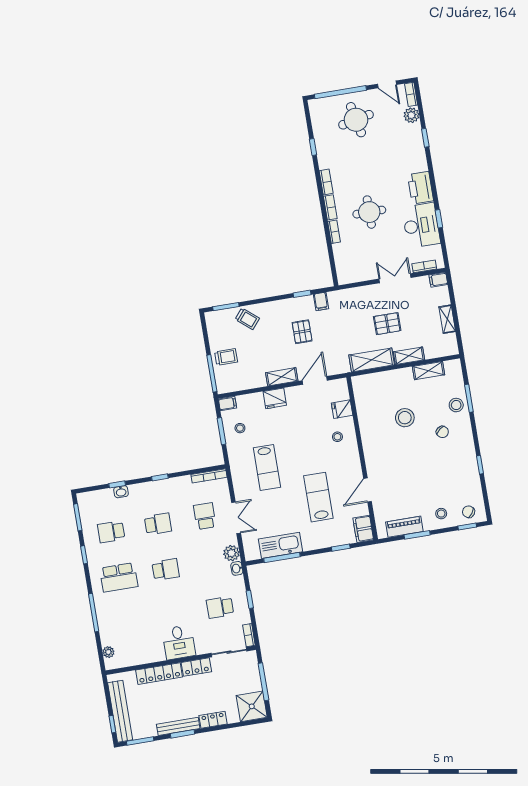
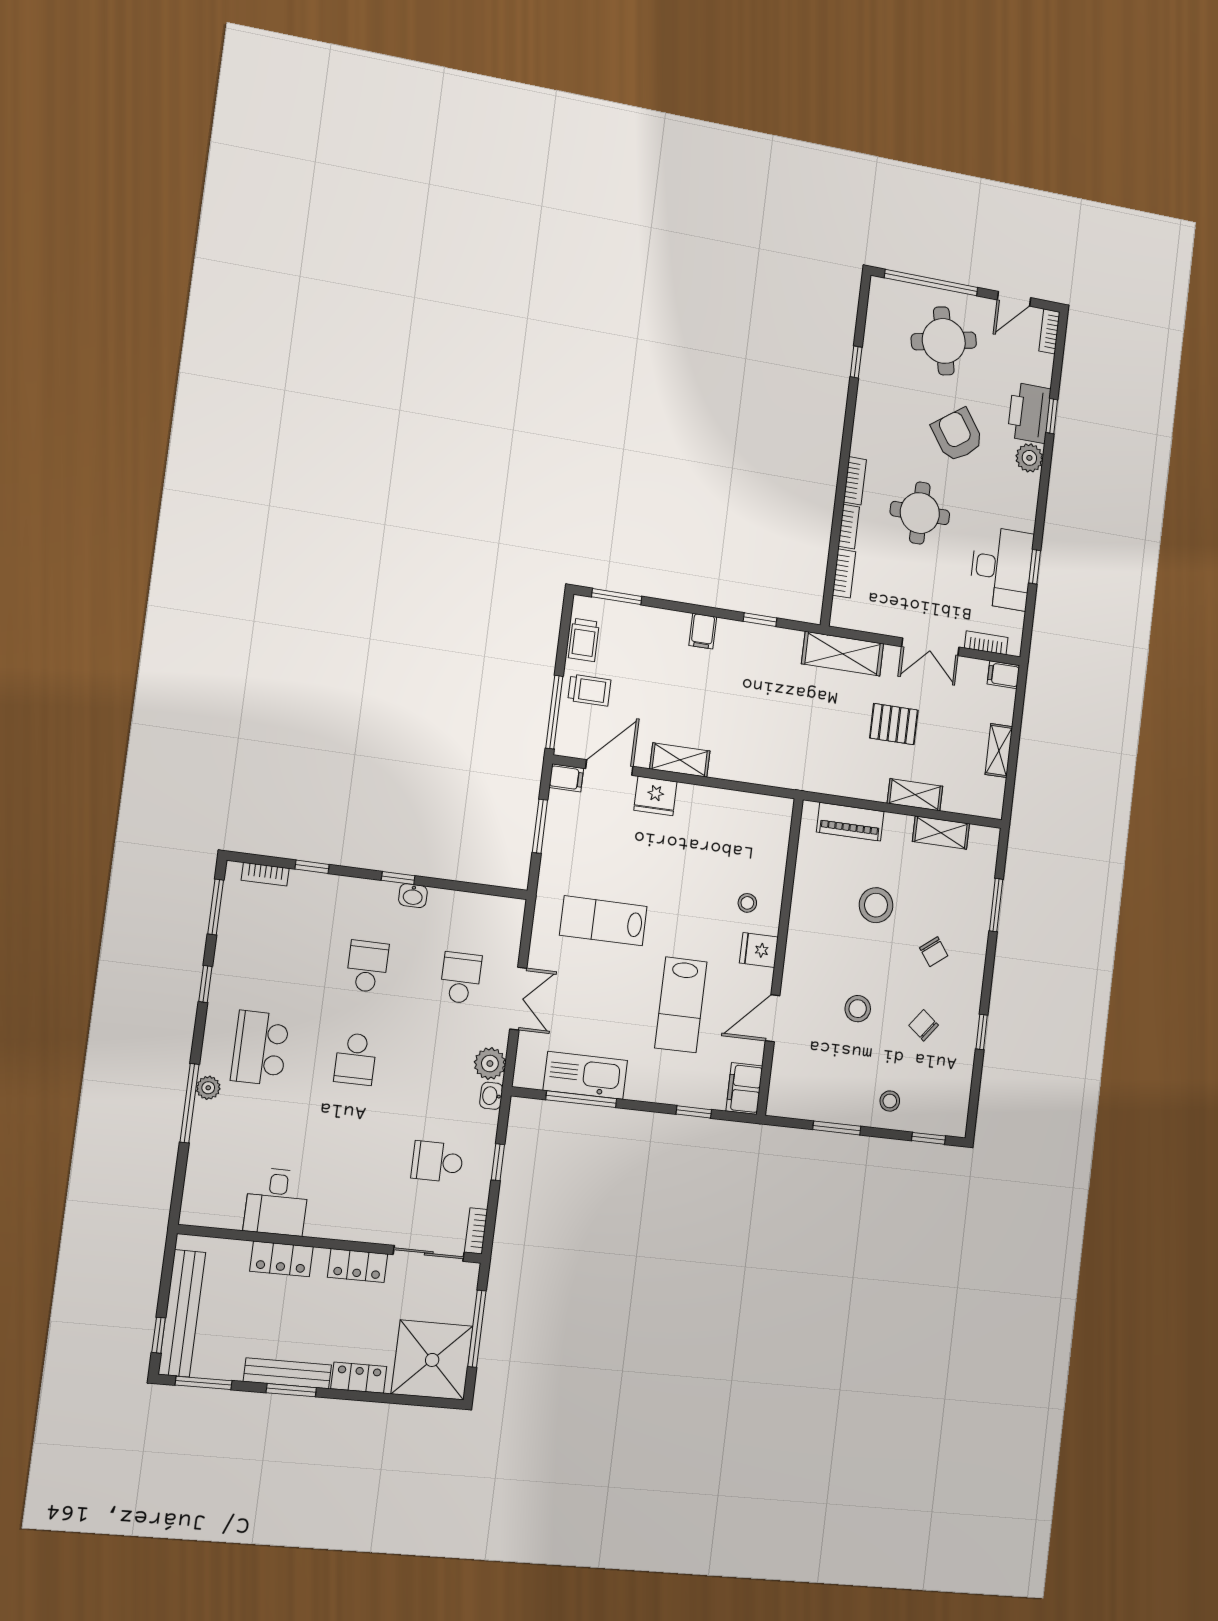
door: (387, 84) -> (1014, 299), hinge flipped
plant: (411, 115) -> (1029, 458), moved
armchair: (378, 165) -> (958, 435), added
bookcase: (326, 182) -> (844, 573), moved
printer: (421, 188) -> (1029, 413), moved
double door: (395, 278) -> (930, 647), swing flipped
filing cabinet: (321, 301) -> (703, 631), moved
trolley: (247, 319) -> (584, 640), moved, turned 50
pallet: (302, 332) -> (740, 689), removed
shelving: (372, 360) -> (843, 654), moved
door: (315, 380) -> (609, 768), moved
stool: (456, 405) -> (858, 1009), moved
fridge: (342, 409) -> (759, 950), moved
stool: (240, 428) -> (576, 831), removed
lab bench: (267, 468) -> (603, 921), turned 90
bookcase: (209, 476) -> (265, 874), moved, width x0.64
washbasin: (121, 492) -> (413, 896), moved
lab bench: (318, 497) -> (681, 1005), turned 180
chair: (469, 512) -> (924, 1025), moved
school desk: (158, 524) -> (367, 966), turned -90
piano: (404, 527) -> (850, 822), moved, turned 180
school desk: (111, 532) -> (272, 955), removed
school desk: (166, 570) -> (355, 1059), turned 90
school desk: (119, 577) -> (260, 1048), turned 90
desk: (179, 642) -> (277, 1202), moved
plant: (108, 652) -> (208, 1088), moved
locker: (159, 674) -> (281, 1259), width x0.66
shower: (252, 706) -> (432, 1360), width x1.37, depth x1.37

